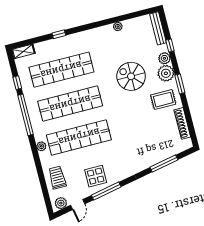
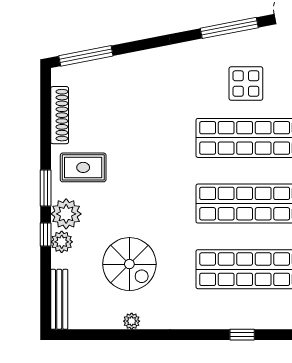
window: (170, 45) -> (46, 234), moved
spiral stairs: (131, 76) -> (129, 264), moved
window: (164, 164) -> (86, 56), moved
display table: (96, 176) -> (246, 84), moved

